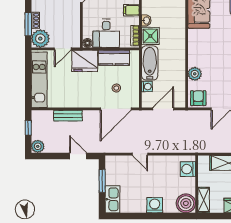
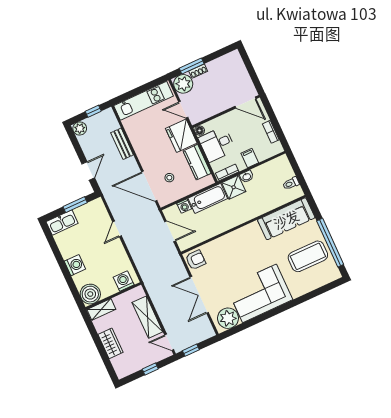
plant: (195, 74) -> (217, 246), removed

